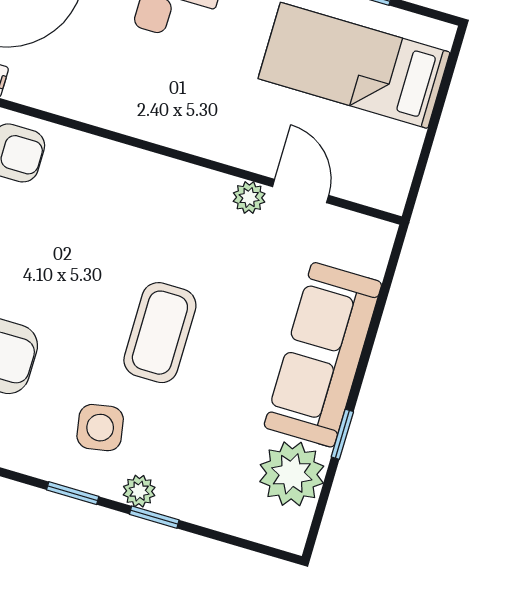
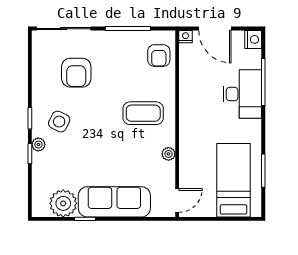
door: (301, 191) -> (177, 200), moved
coffee table: (160, 333) -> (143, 113), moved
side table: (100, 428) -> (59, 122), turned 37

